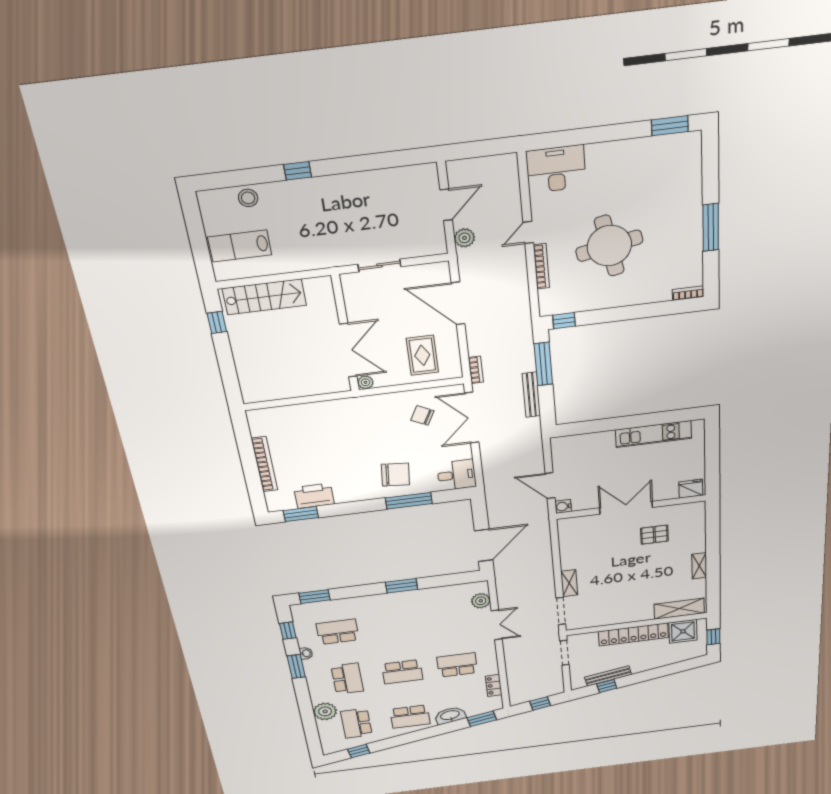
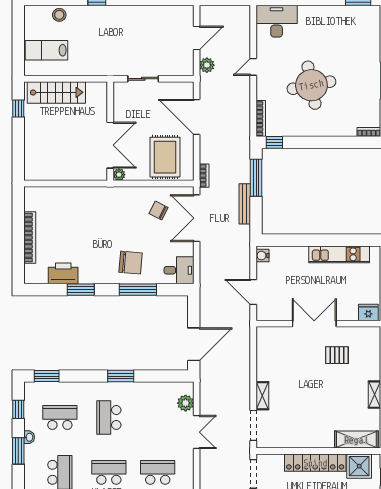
bookcase: (541, 266) -> (261, 119), moved
rug: (422, 355) -> (165, 157), width x1.36, depth x1.43
water cooler: (563, 506) -> (262, 256), moved
window: (301, 514) -> (81, 290), moved
school desk: (394, 625) -> (109, 417), added
school desk: (402, 672) -> (109, 472), turned 180

